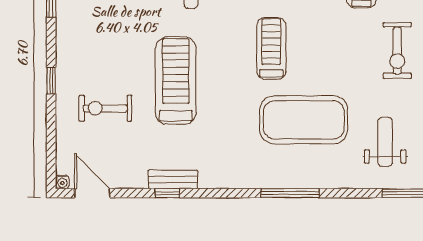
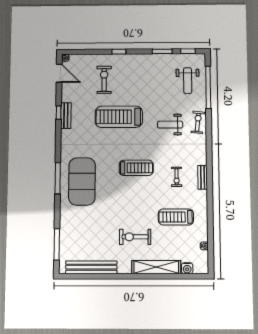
treadmill: (176, 81) -> (119, 117), turned 180
exercise mat: (304, 120) -> (82, 181), moved
weight bench: (385, 142) -> (85, 230), removed
door: (92, 193) -> (59, 73), hinge flipped

